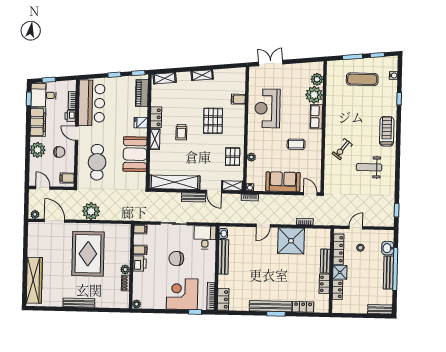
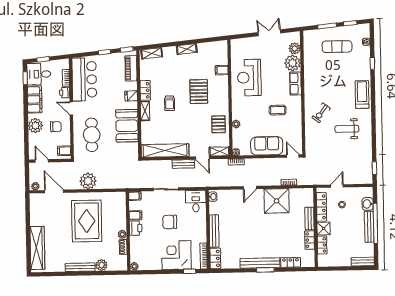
double door: (271, 63) -> (269, 33), moved
bench: (223, 257) -> (214, 231), moved
plant: (102, 301) -> (102, 265), added

